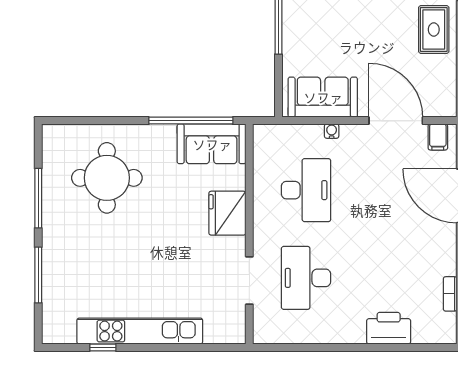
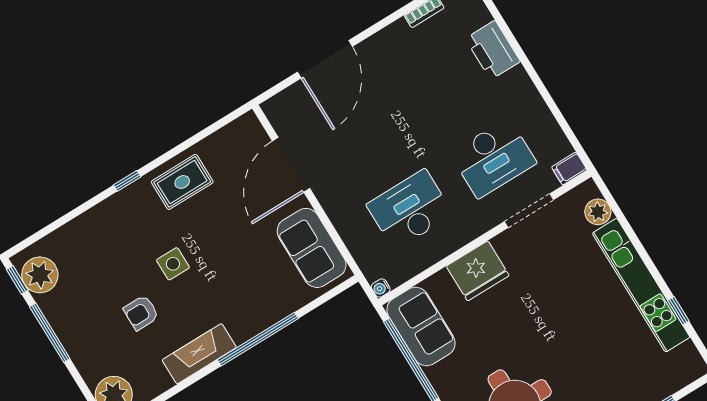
water cooler: (332, 131) -> (381, 288), moved
filing cabinet: (438, 137) -> (569, 169), moved, turned 180
plant: (216, 332) -> (598, 212), added

